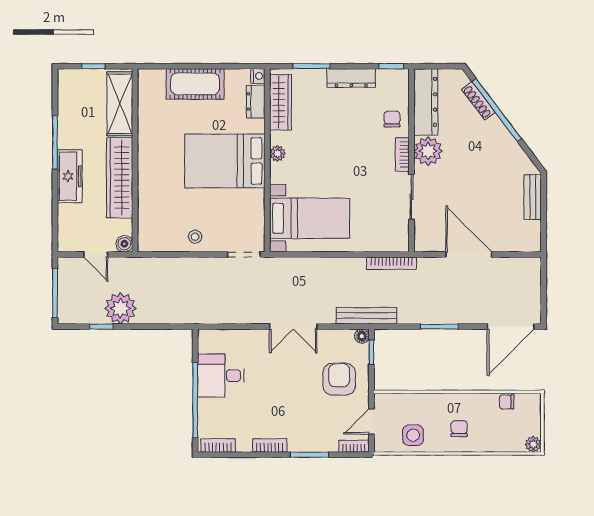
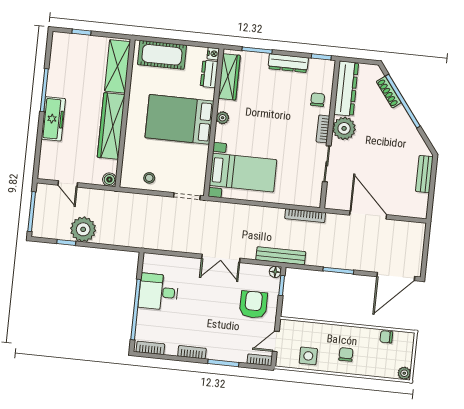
shelving: (120, 104) -> (117, 66), moved
wall: (135, 160) -> (125, 113), moved
wardrobe: (120, 178) -> (111, 126), moved
boiler: (124, 244) -> (109, 180), moved

